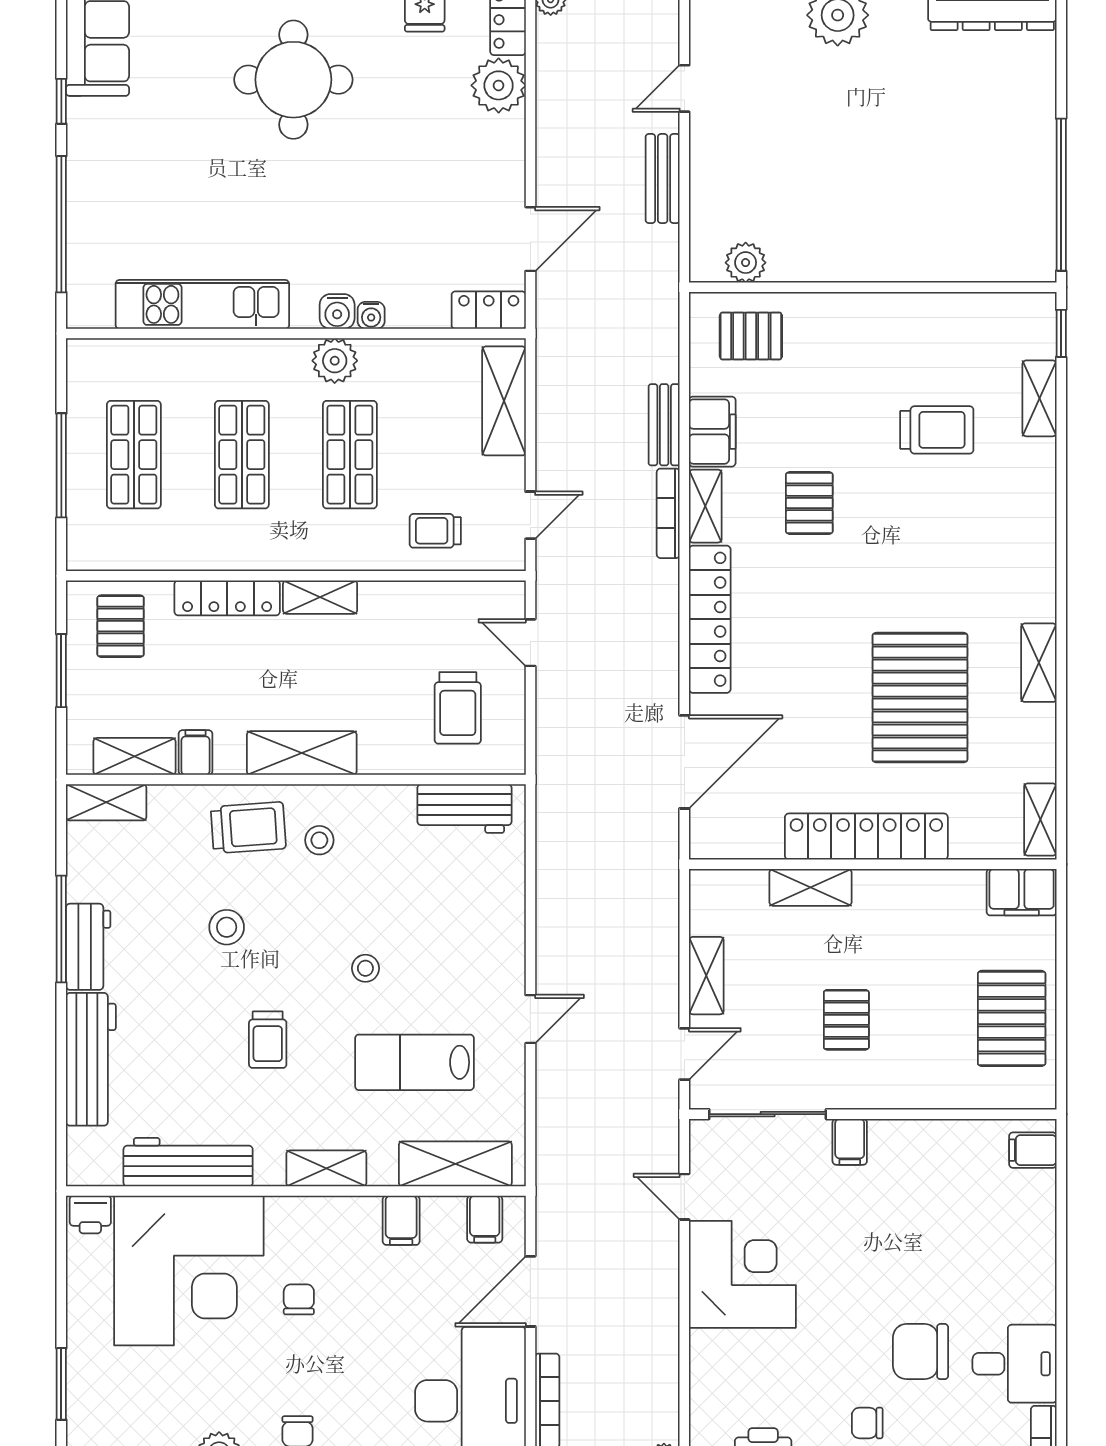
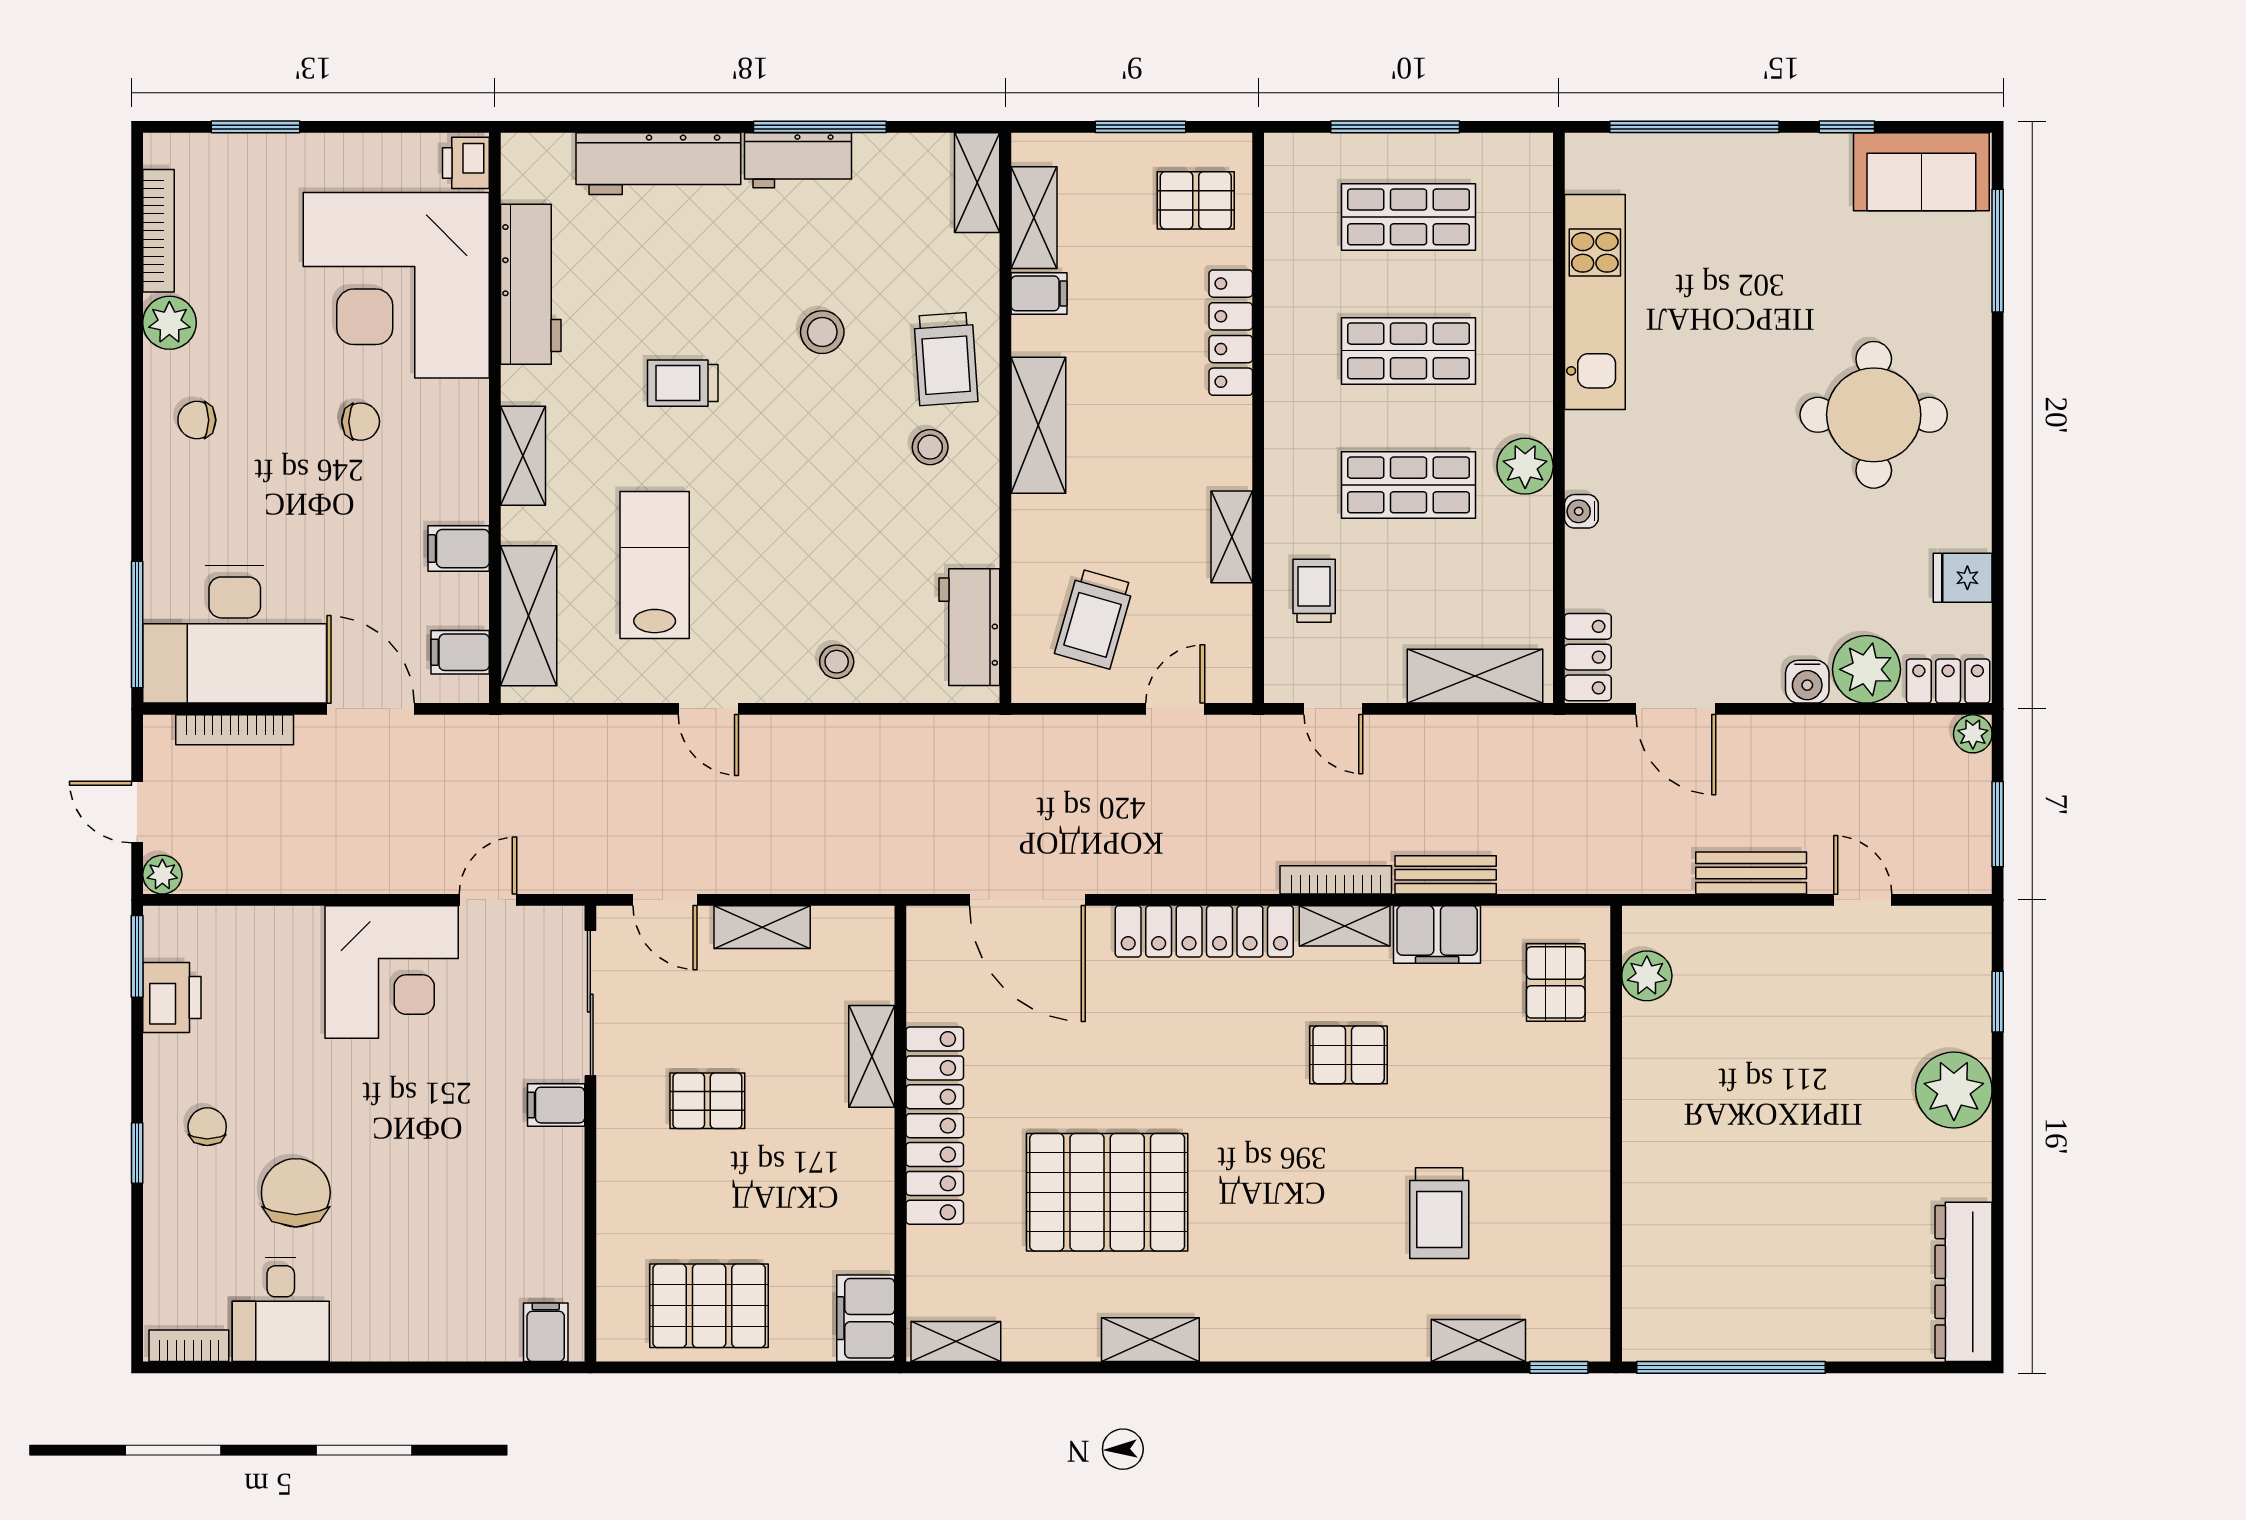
water cooler: (337, 311) -> (1807, 682), moved, turned -90
shelving: (320, 597) -> (1232, 537), moved
trolley: (458, 708) -> (1094, 619), turned -74
stool: (365, 968) -> (837, 662), moved

